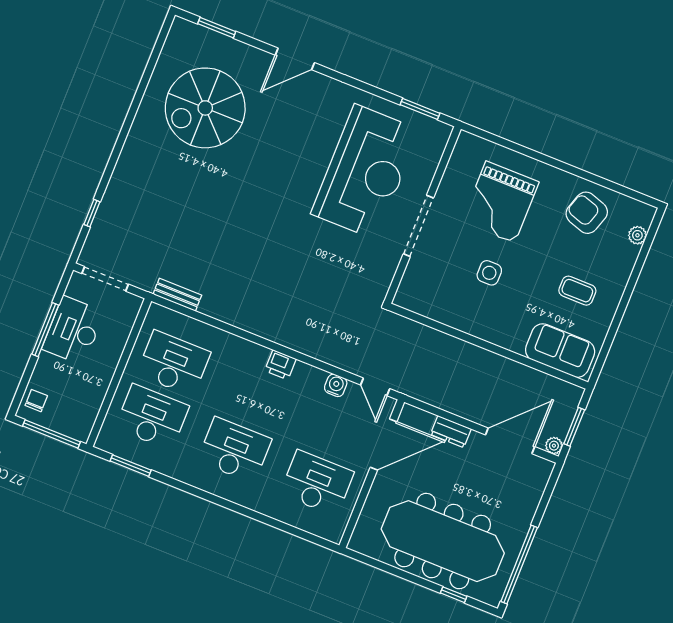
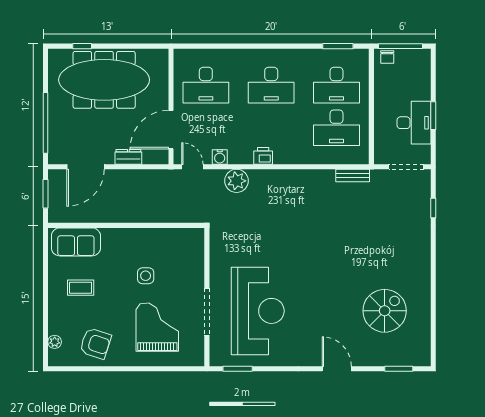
door: (295, 59) -> (337, 369), hinge flipped
spiral stairs: (205, 108) -> (385, 311), width x0.73, depth x0.73
reception desk: (365, 172) -> (258, 311), turned 180
doorway: (418, 226) -> (207, 312), moved
window: (45, 330) -> (433, 116), width x0.69
chair: (36, 401) -> (387, 57), moved
plant: (554, 446) -> (237, 181), moved, width x1.88, depth x1.88
window: (519, 565) -> (46, 123), moved

